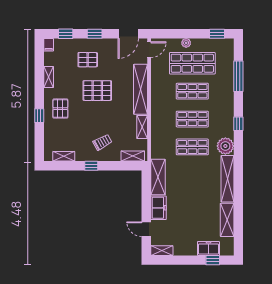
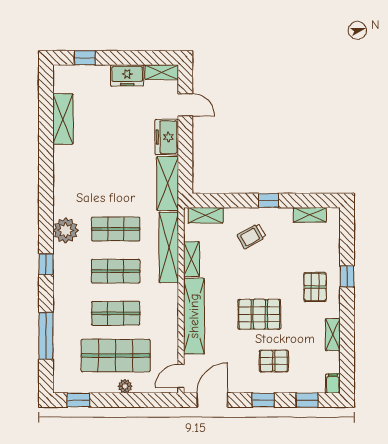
shelving: (227, 179) -> (169, 247), moved
freezer: (208, 249) -> (127, 75), moved

